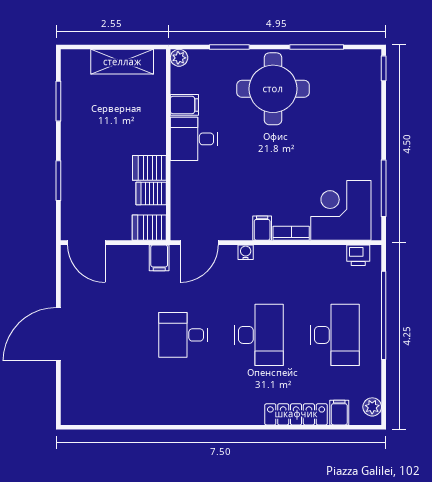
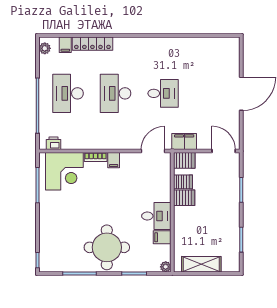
water cooler: (246, 252) -> (124, 145), removed
filing cabinet: (159, 258) -> (184, 142), width x2.00

